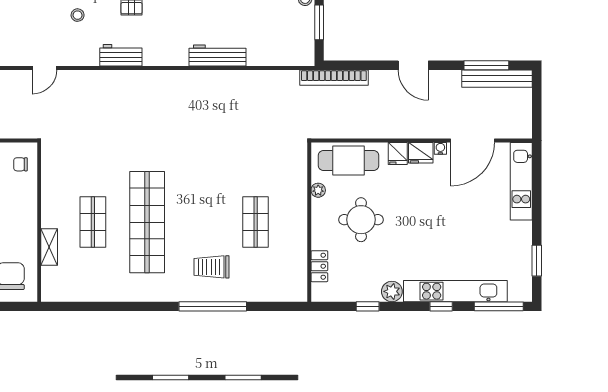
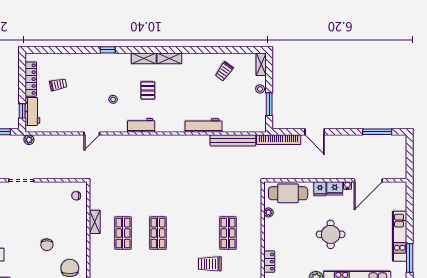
door: (413, 65) -> (315, 132), moved
bench: (497, 79) -> (233, 140), moved
kitchen unit: (521, 181) -> (400, 236), moved
round table: (361, 220) -> (331, 234), moved
shop shelf: (147, 222) -> (158, 233), width x0.50, depth x0.74
shelving: (49, 247) -> (95, 222), moved
window: (537, 261) -> (410, 258), width x1.44
trolley: (211, 267) -> (210, 264), moved

